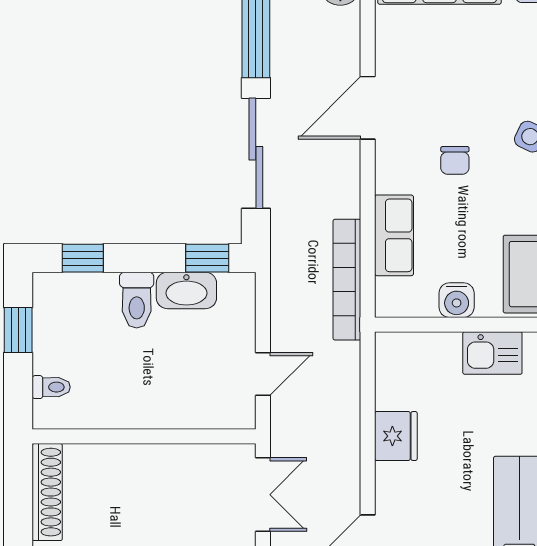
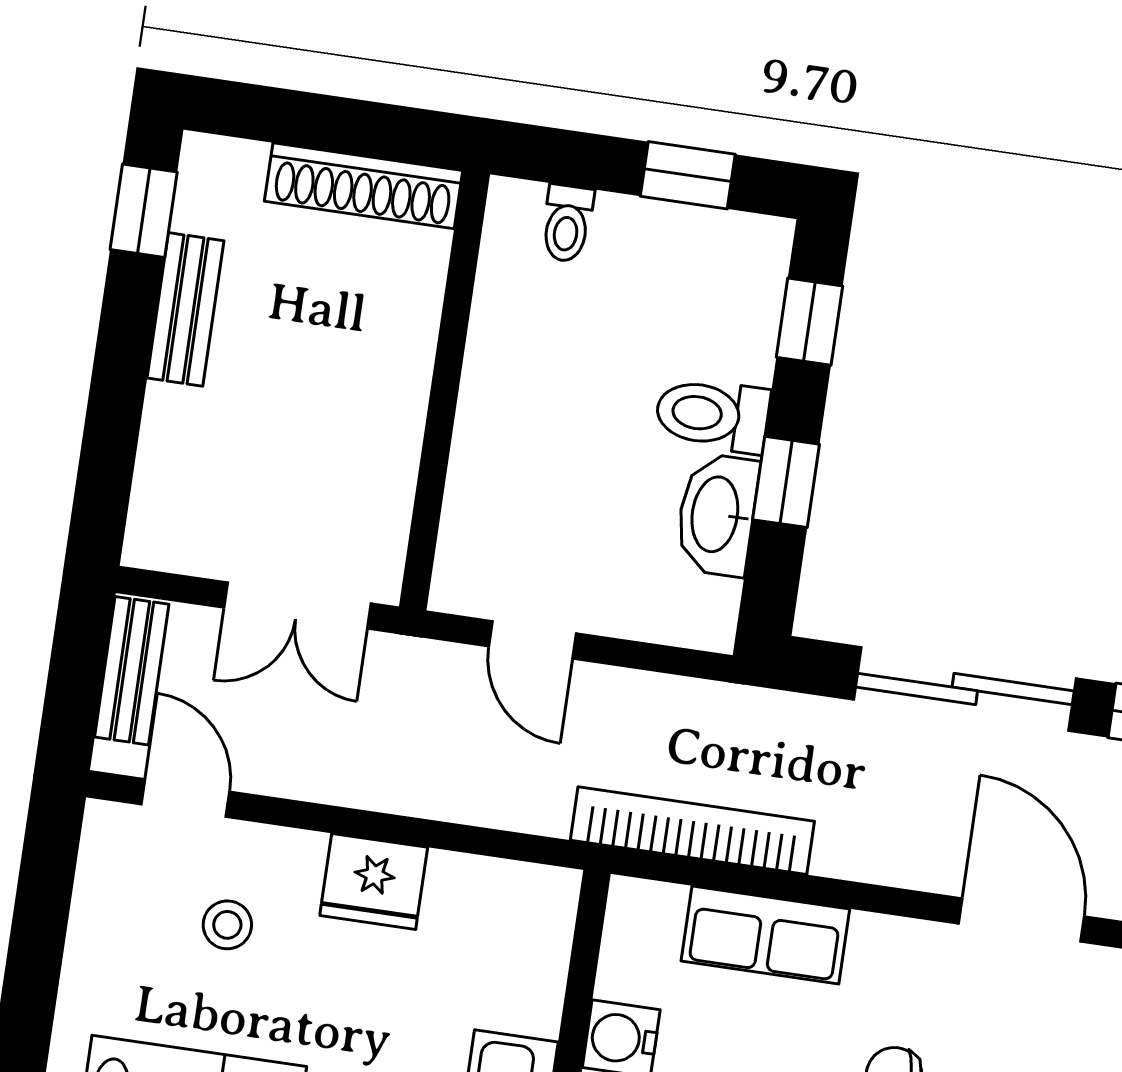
window: (207, 258) -> (786, 482), moved
stool: (428, 506) -> (227, 925), added

